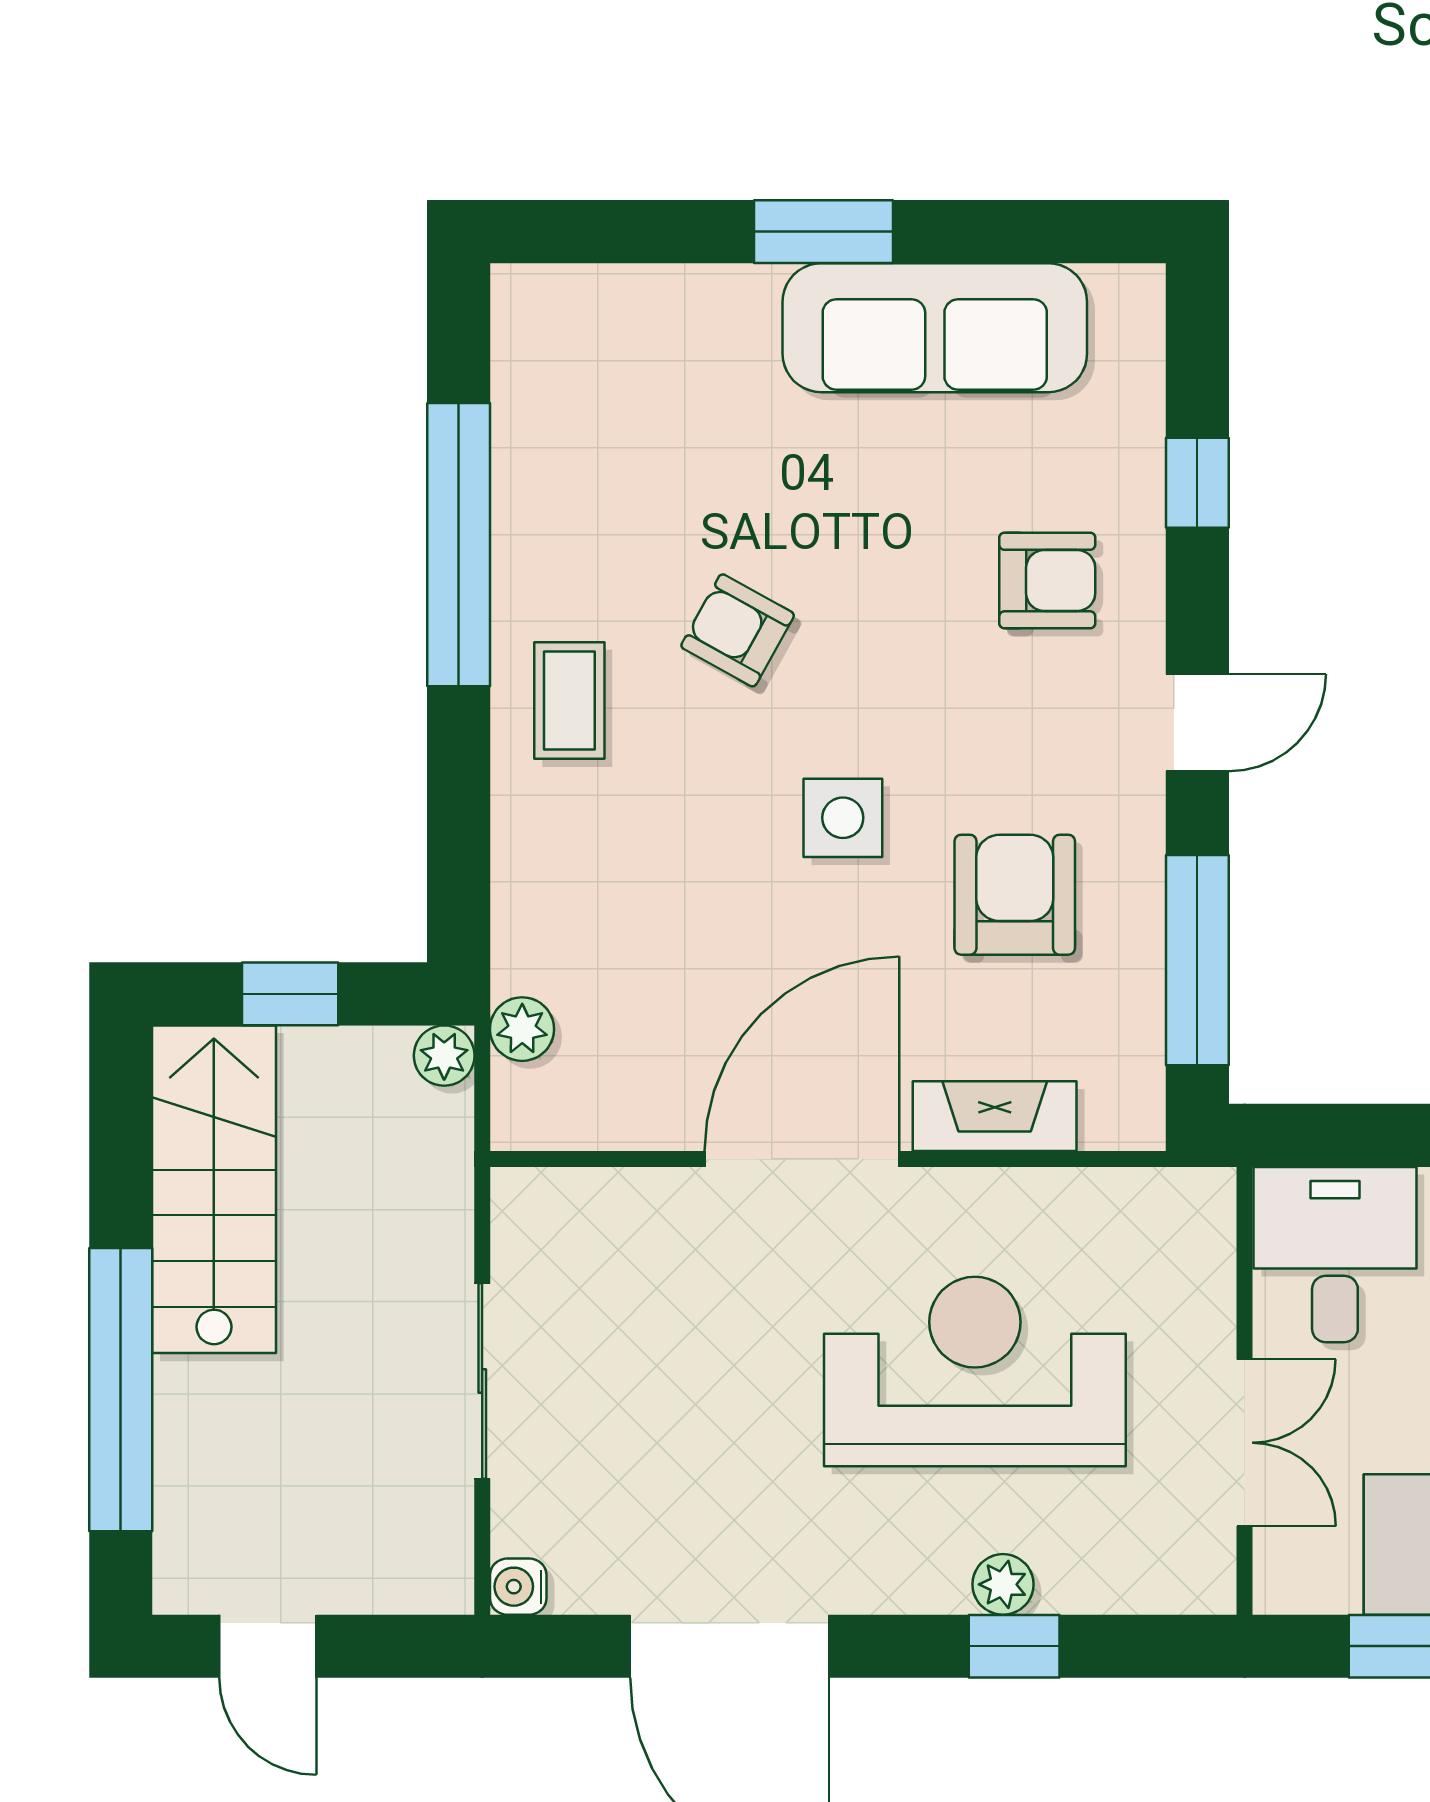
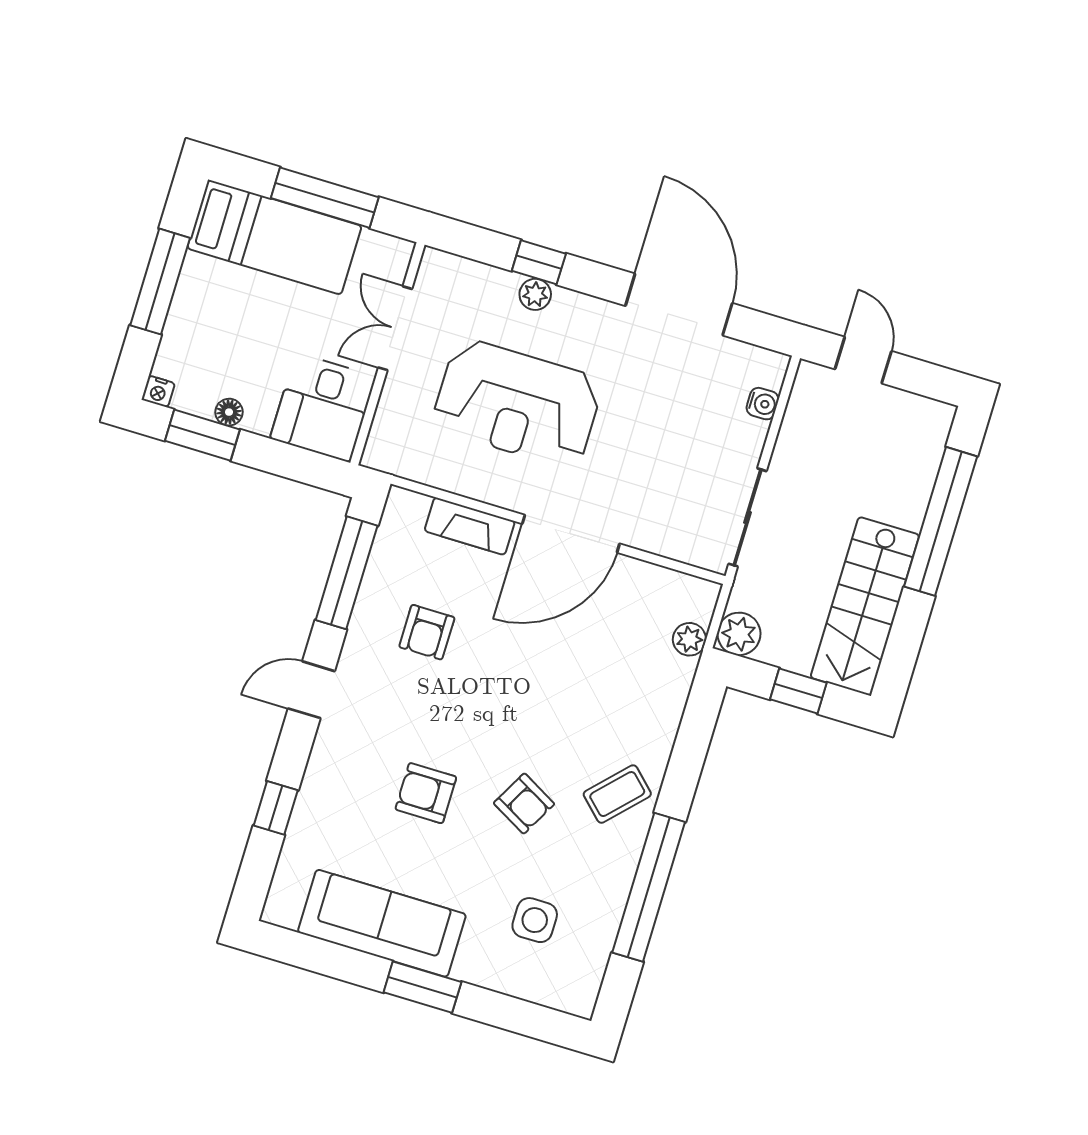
armchair: (1047, 581) -> (426, 793), moved
coffee table: (569, 701) -> (617, 794), turned 44
side table: (843, 818) -> (535, 920), moved
armchair: (1015, 895) -> (427, 632), width x0.72, depth x0.72
plant: (444, 1056) -> (739, 634), width x1.38, depth x1.38
sliding door: (482, 1381) -> (748, 517), moved
water cooler: (518, 1587) -> (763, 404), moved
door: (268, 1646) -> (863, 360), moved

